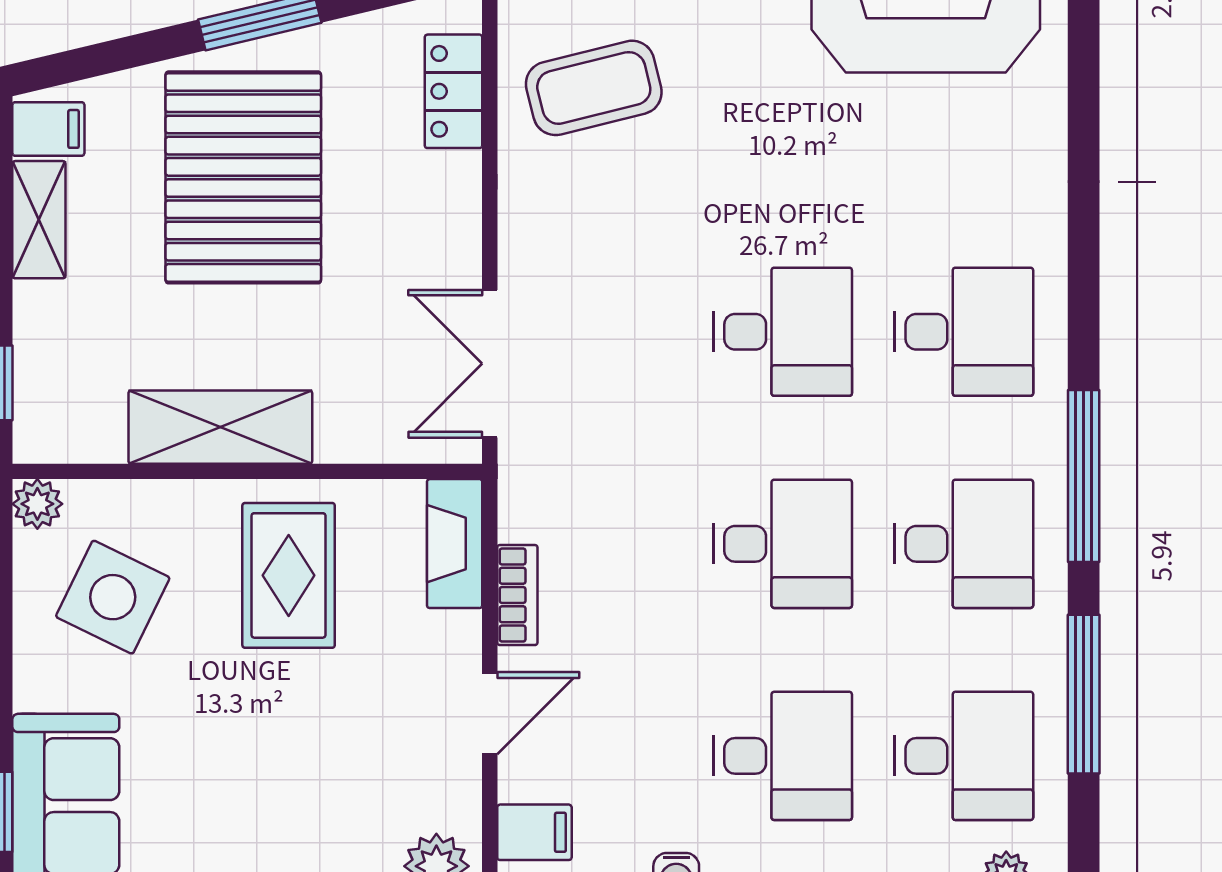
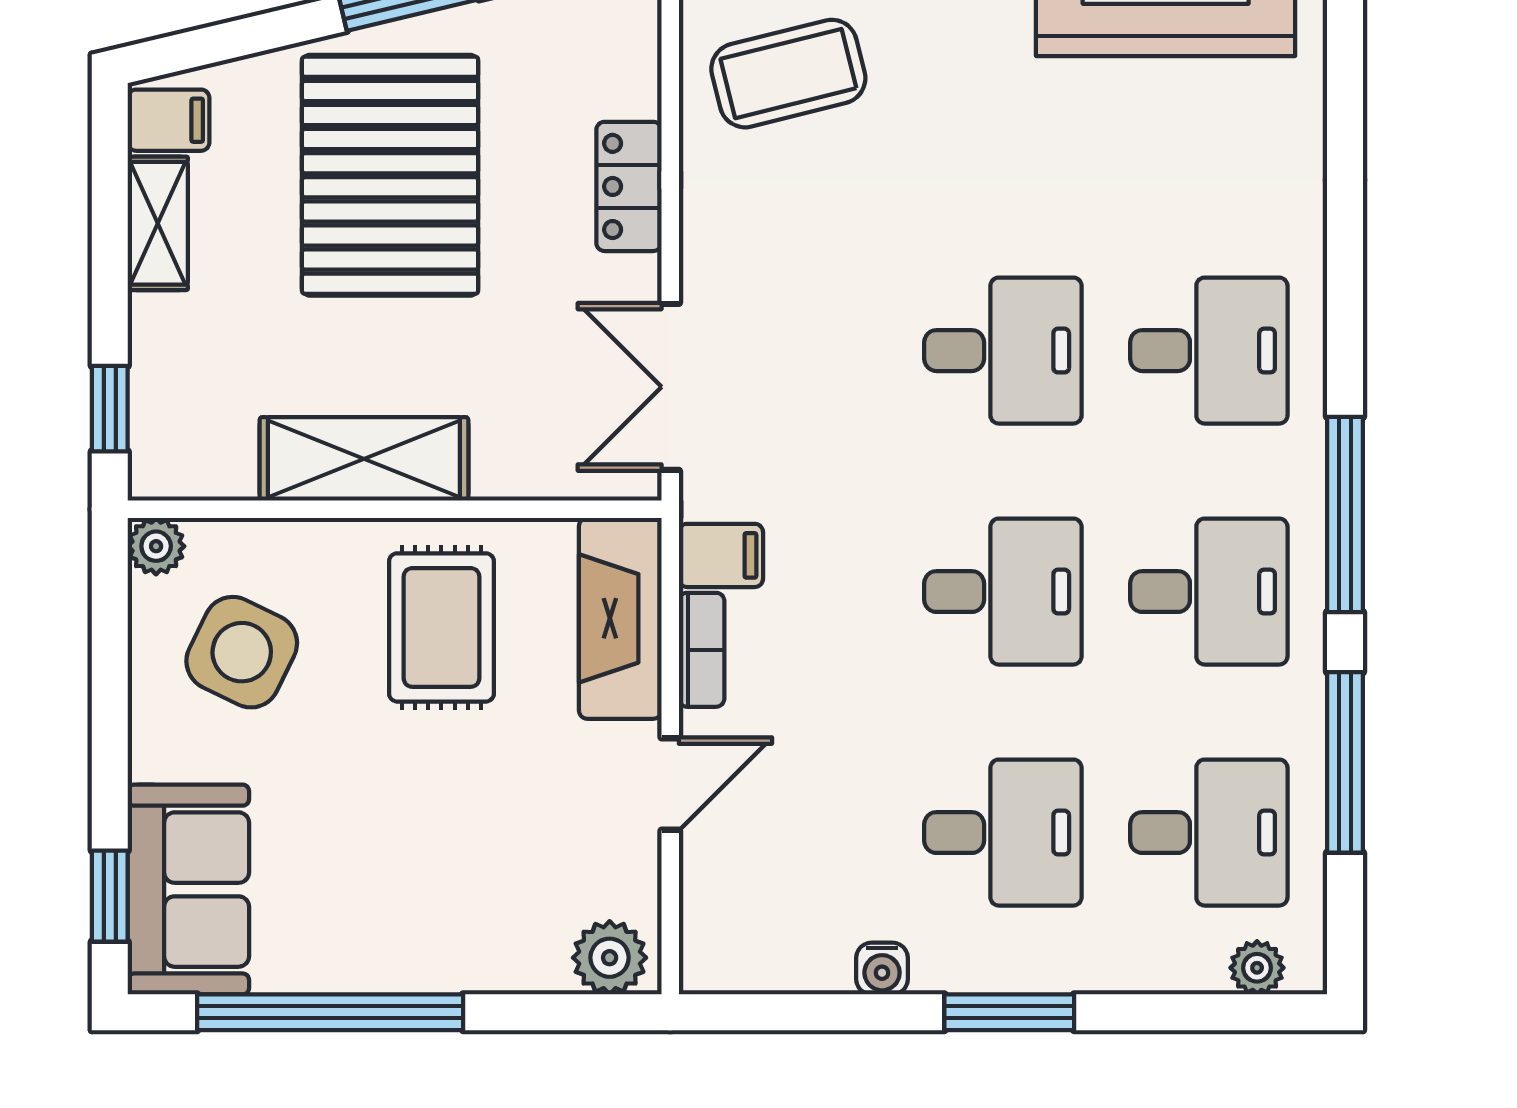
locker: (453, 91) -> (629, 186), moved
fireplace: (455, 544) -> (620, 618), width x1.37, depth x1.32
filing cabinet: (534, 832) -> (721, 555), moved

